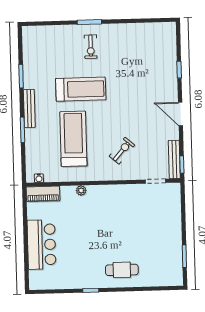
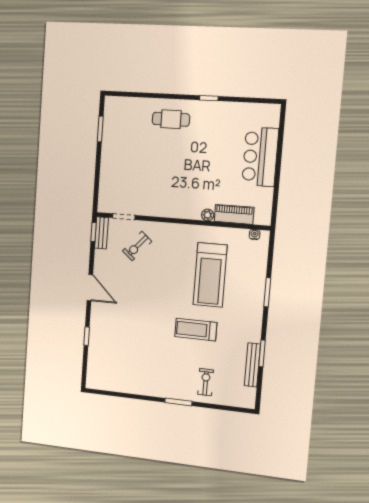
exercise bike: (91, 47) -> (206, 382), moved
treadmill: (81, 89) -> (196, 330), width x0.73, depth x0.73
bench: (29, 108) -> (252, 365), moved
exercise bike: (122, 151) -> (137, 246), moved
bench: (174, 159) -> (101, 233), width x0.73
piano: (43, 194) -> (234, 214), moved

